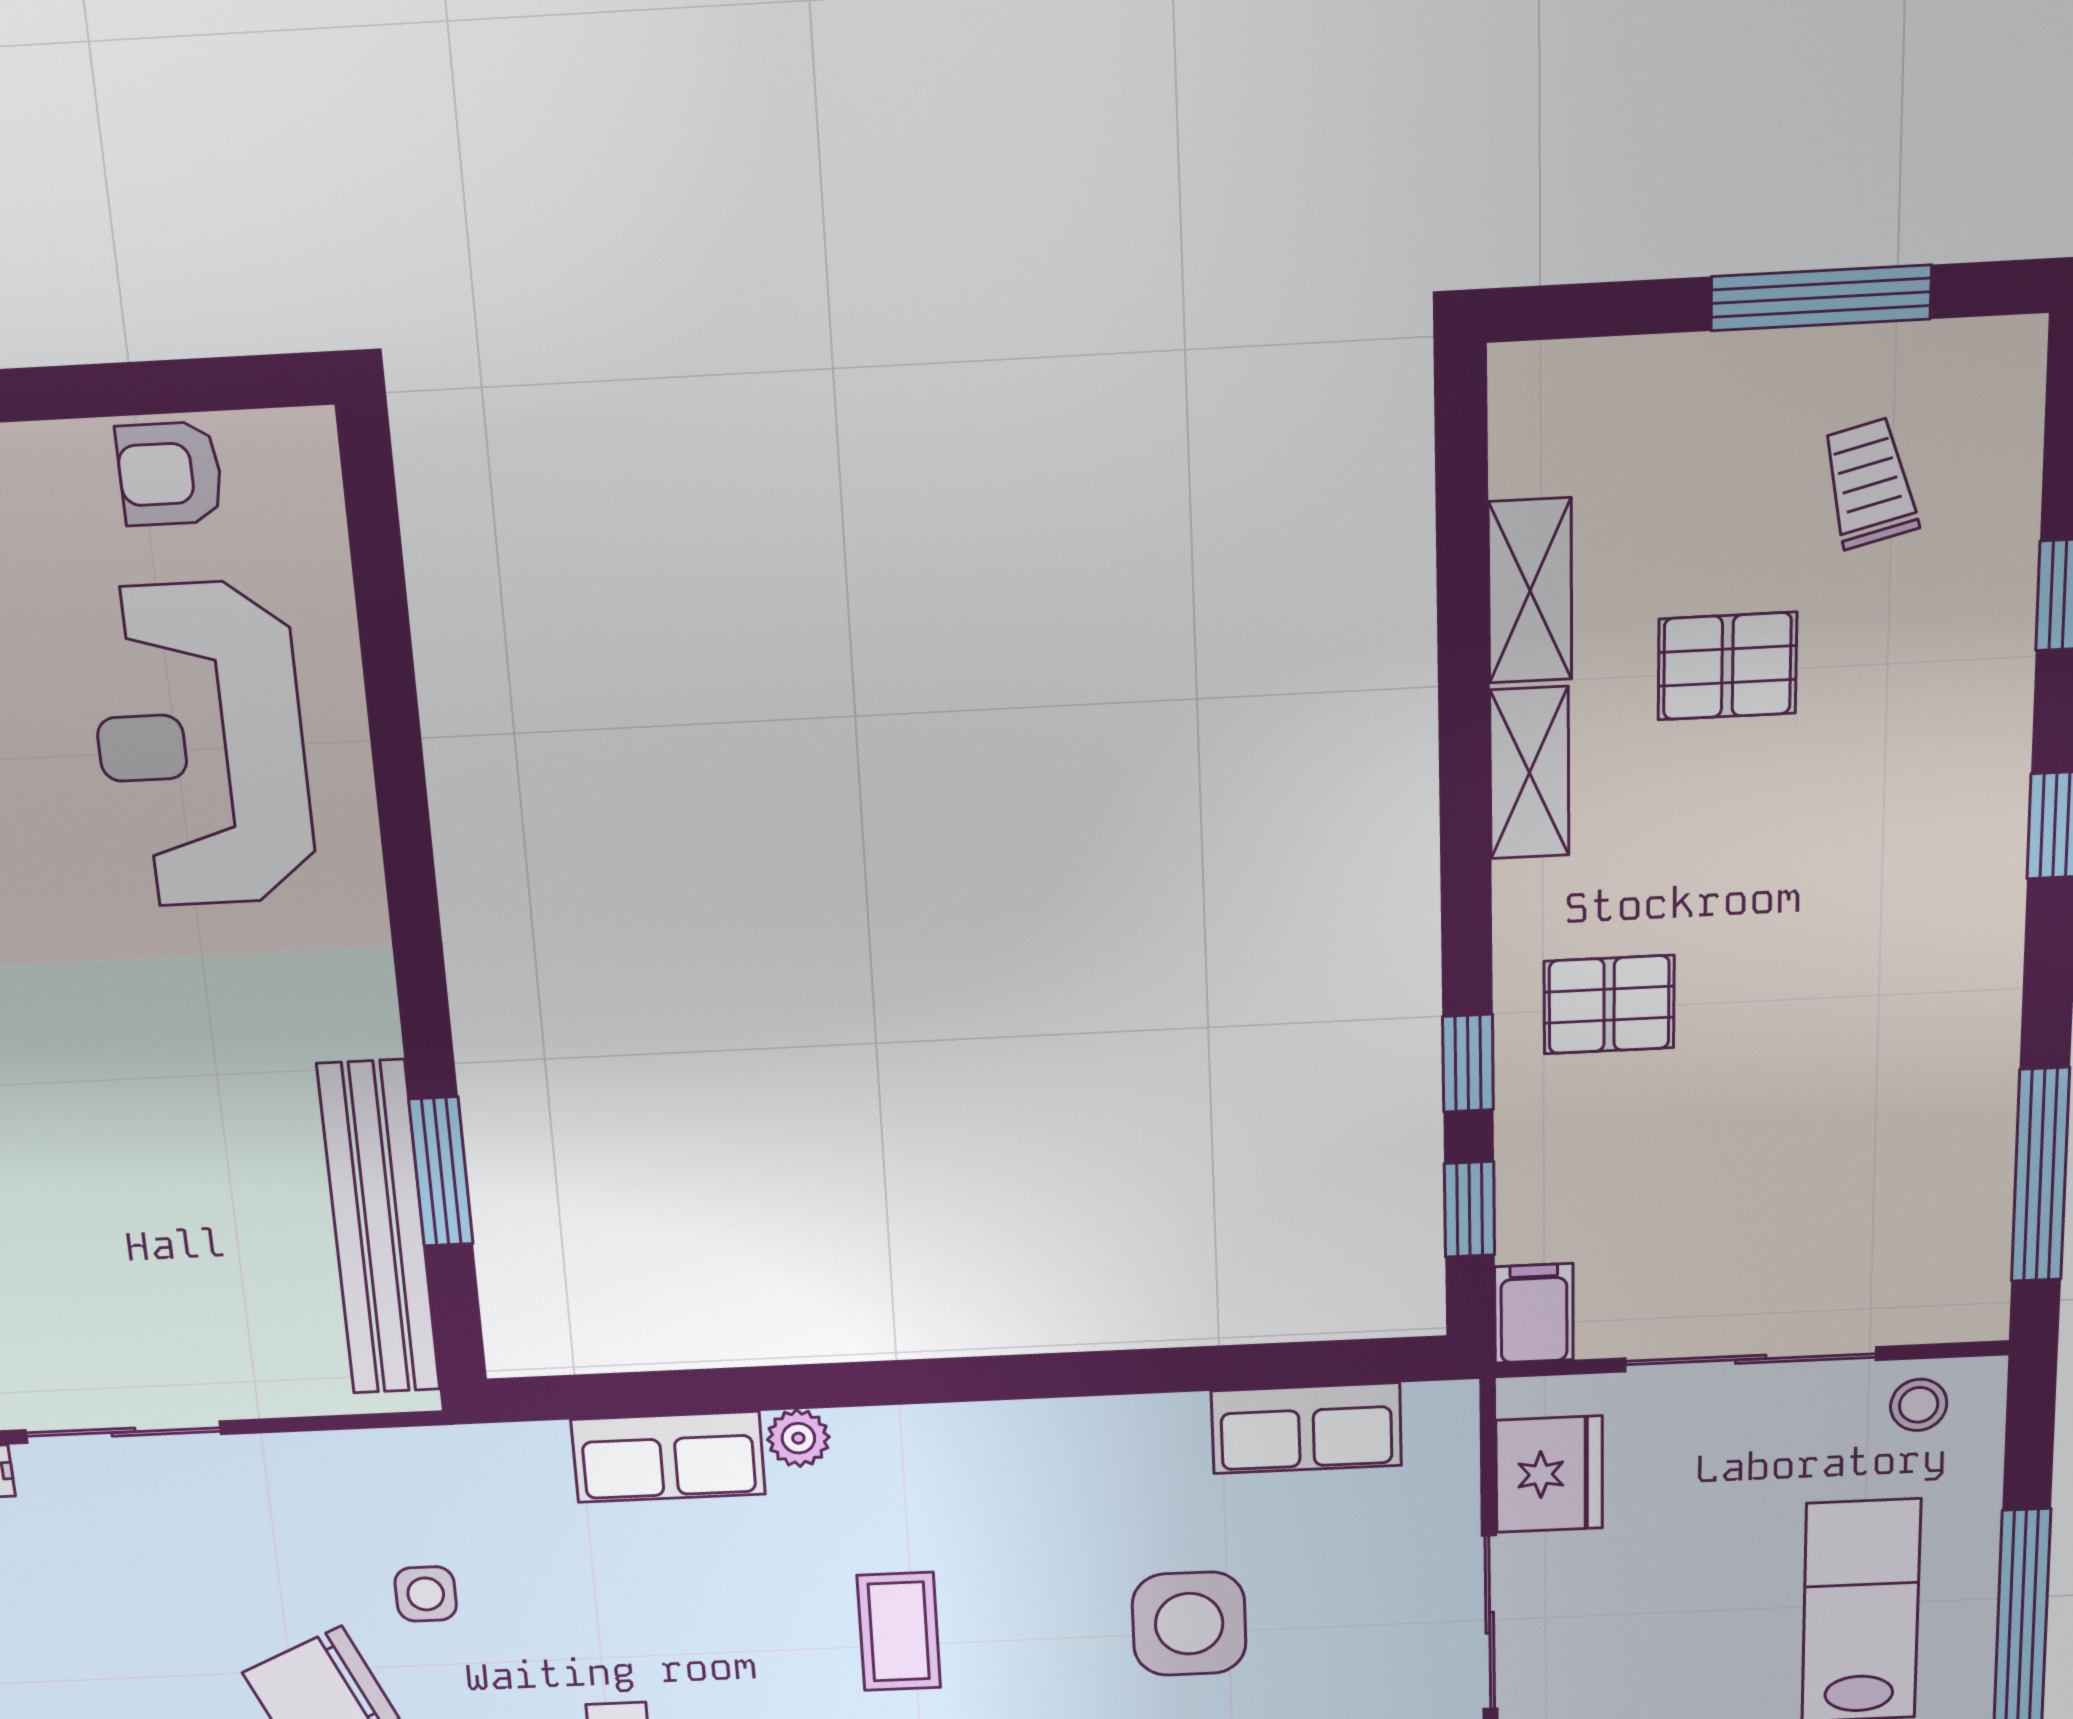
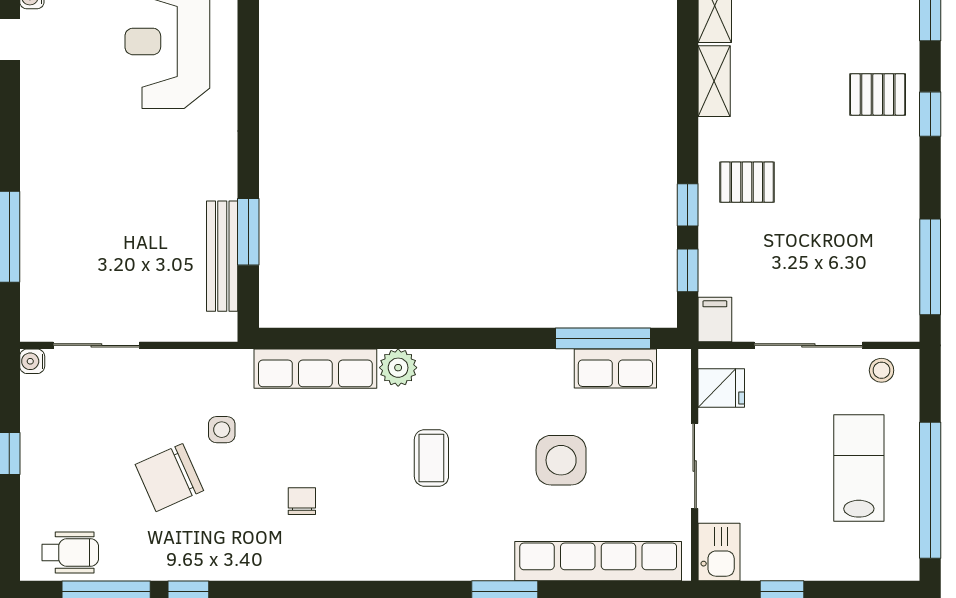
pallet: (1727, 666) -> (878, 94), moved
bench: (379, 1228) -> (222, 256), width x0.73, depth x0.82
window: (1276, 1365) -> (603, 338), added
plant: (798, 1438) -> (398, 368), width x1.38, depth x1.38
row of seats: (668, 1457) -> (315, 369), width x1.48
fridge: (1549, 1474) -> (721, 388), width x0.72

